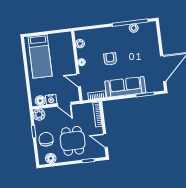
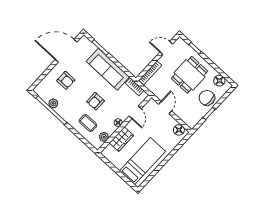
coffee table: (99, 41) -> (88, 123), added
armchair: (142, 51) -> (66, 80), added
wardrobe: (68, 55) -> (121, 139), added
nightstand: (51, 99) -> (170, 122), removed
plant: (39, 115) -> (191, 121), removed
chair: (46, 139) -> (207, 98), turned 90
door: (105, 141) -> (166, 48), swing flipped

